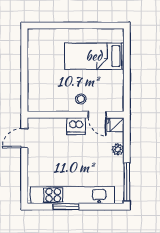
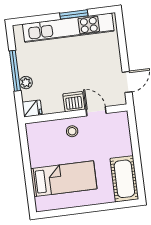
cot: (38, 49) -> (124, 179), added
door: (97, 115) -> (96, 111), moved
window: (127, 182) -> (15, 71), moved

